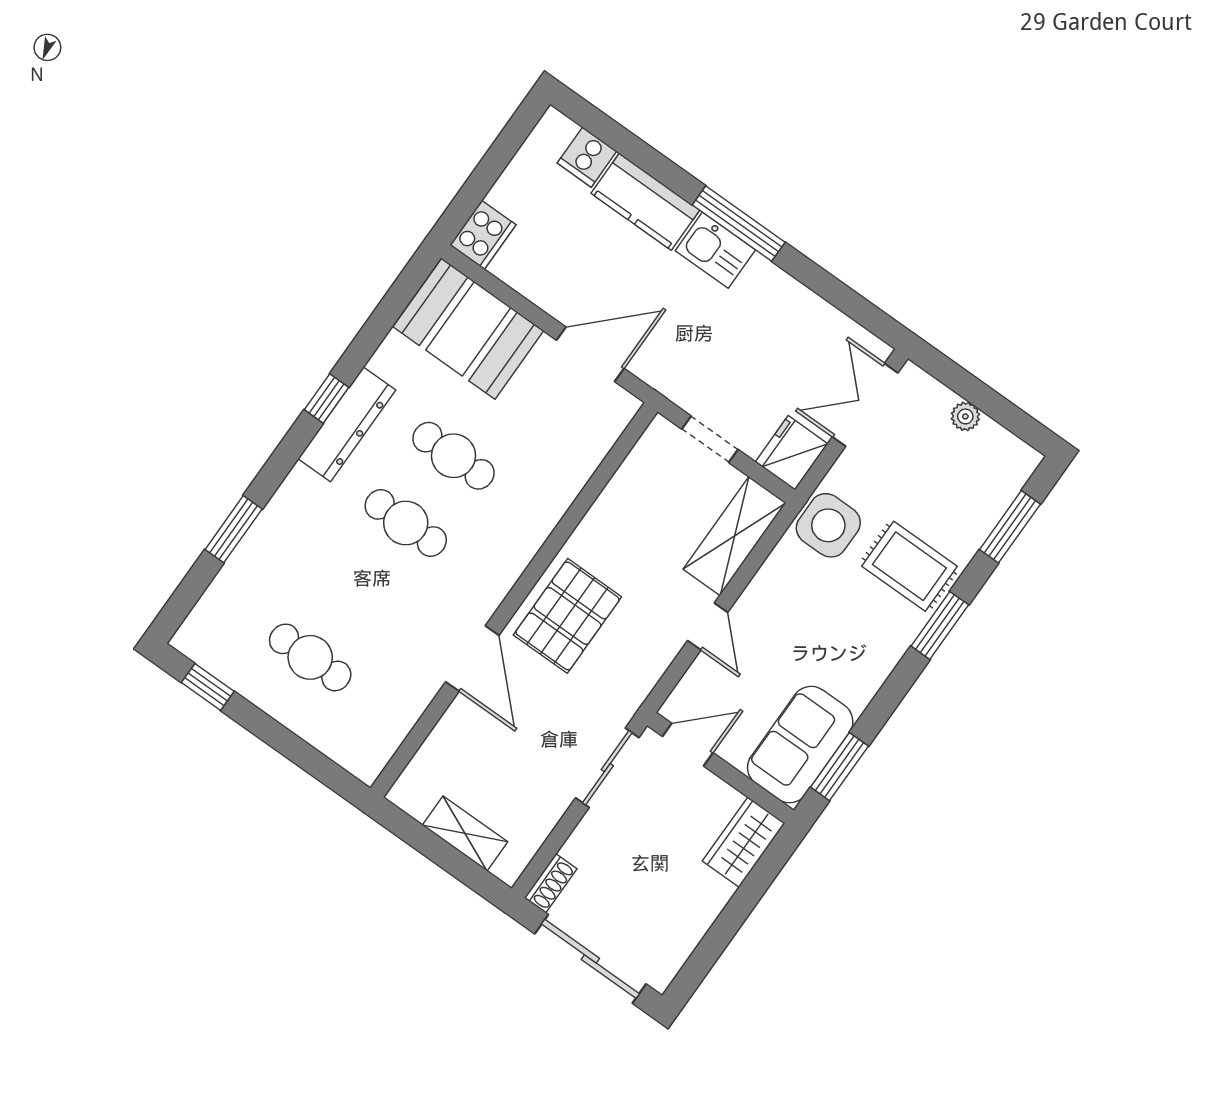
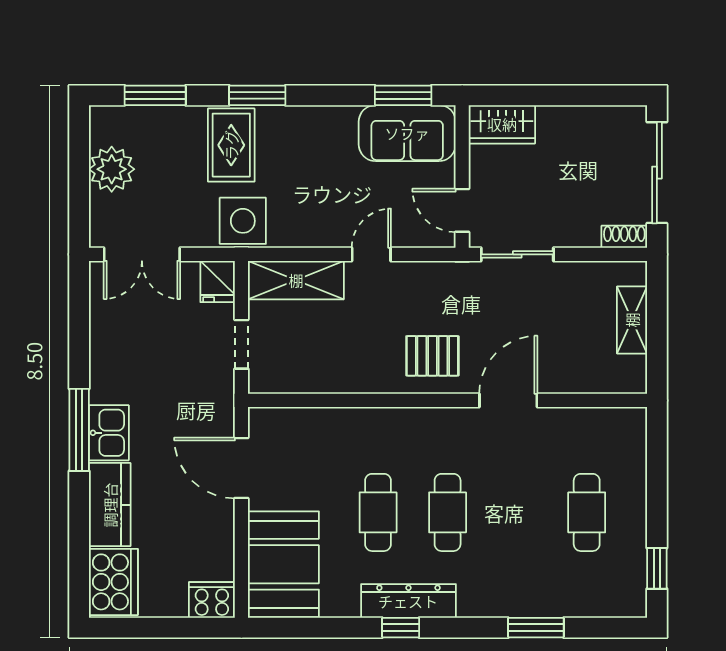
cooker: (587, 157) -> (113, 582), width x1.87, depth x1.31
plant: (965, 416) -> (112, 169), width x1.88, depth x1.88
fridge: (791, 453) -> (218, 282), width x0.72
pallet: (567, 616) -> (432, 356), width x0.67, depth x0.71

